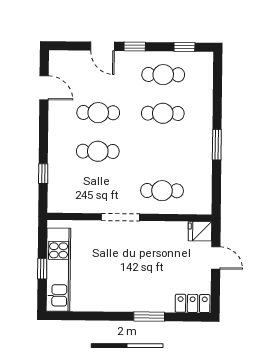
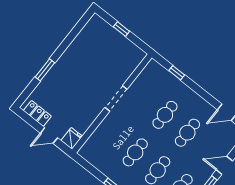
cafe table: (162, 191) -> (135, 152), moved
kitchen unit: (58, 270) -> (114, 38), removed
locker: (193, 303) -> (37, 113), moved, turned -90

